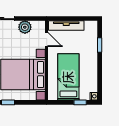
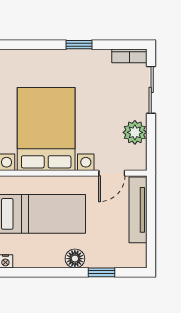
floor lamp: (92, 59) -> (75, 259), added

